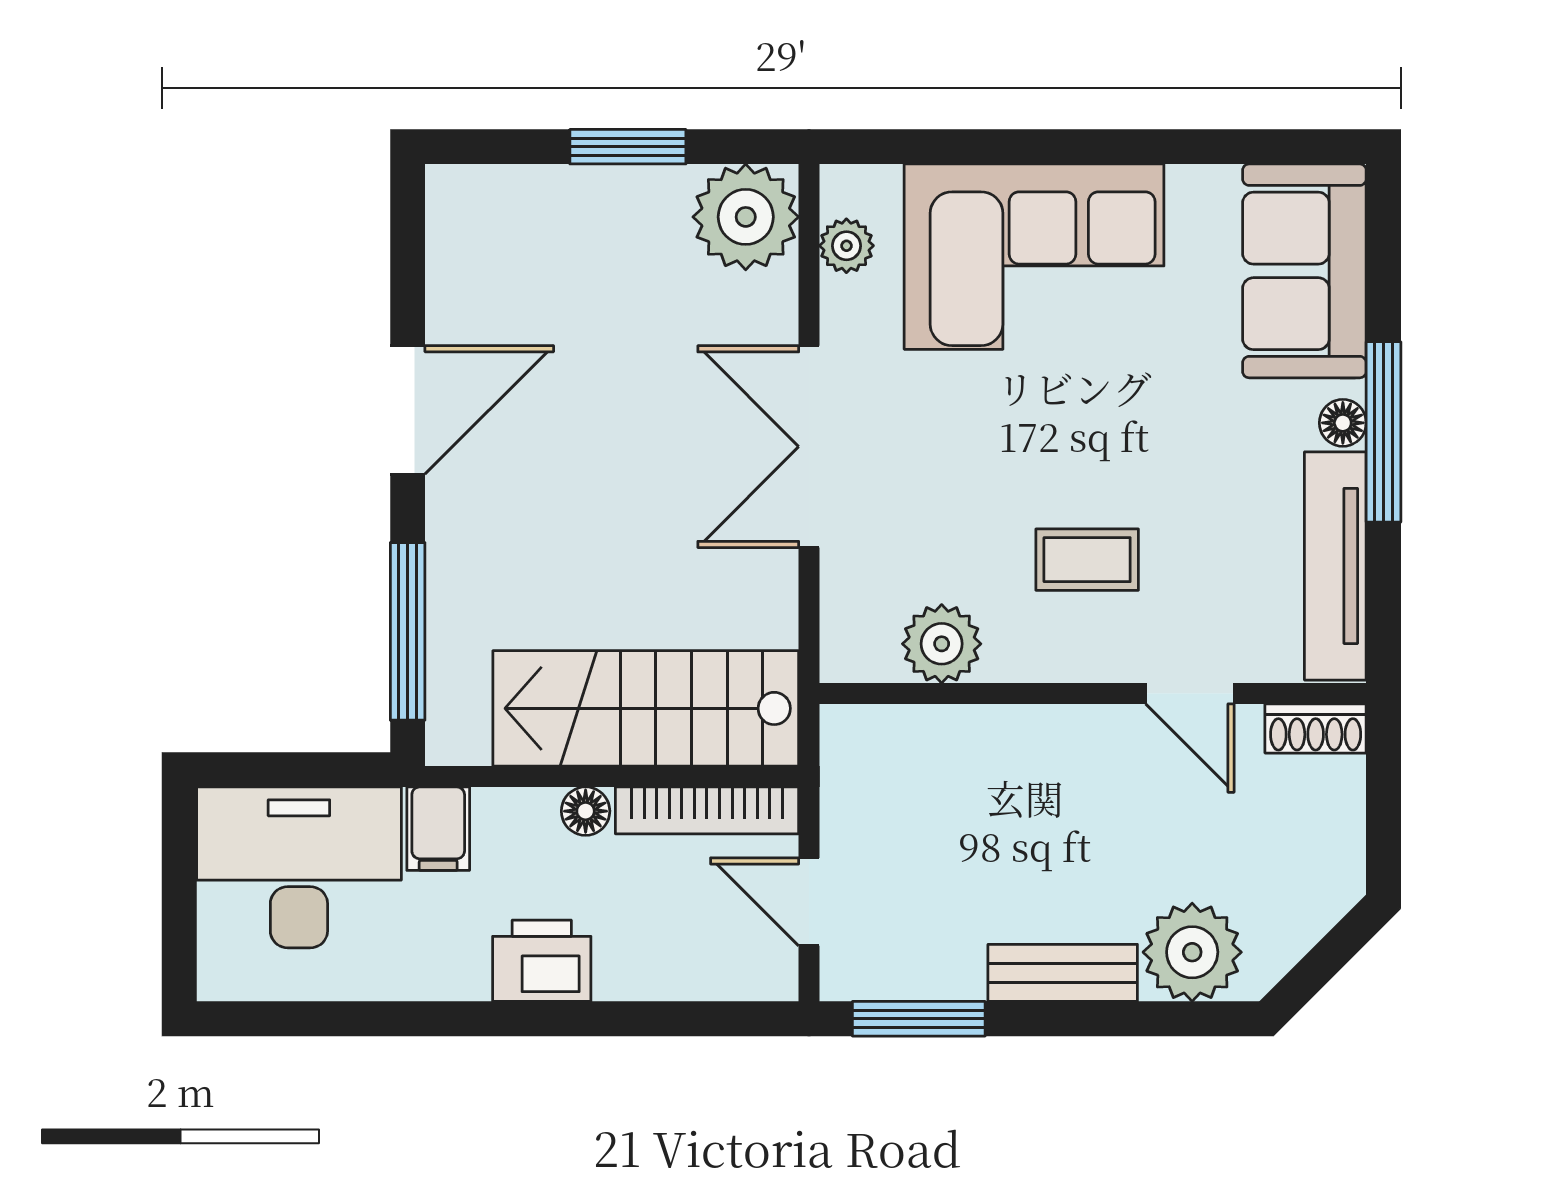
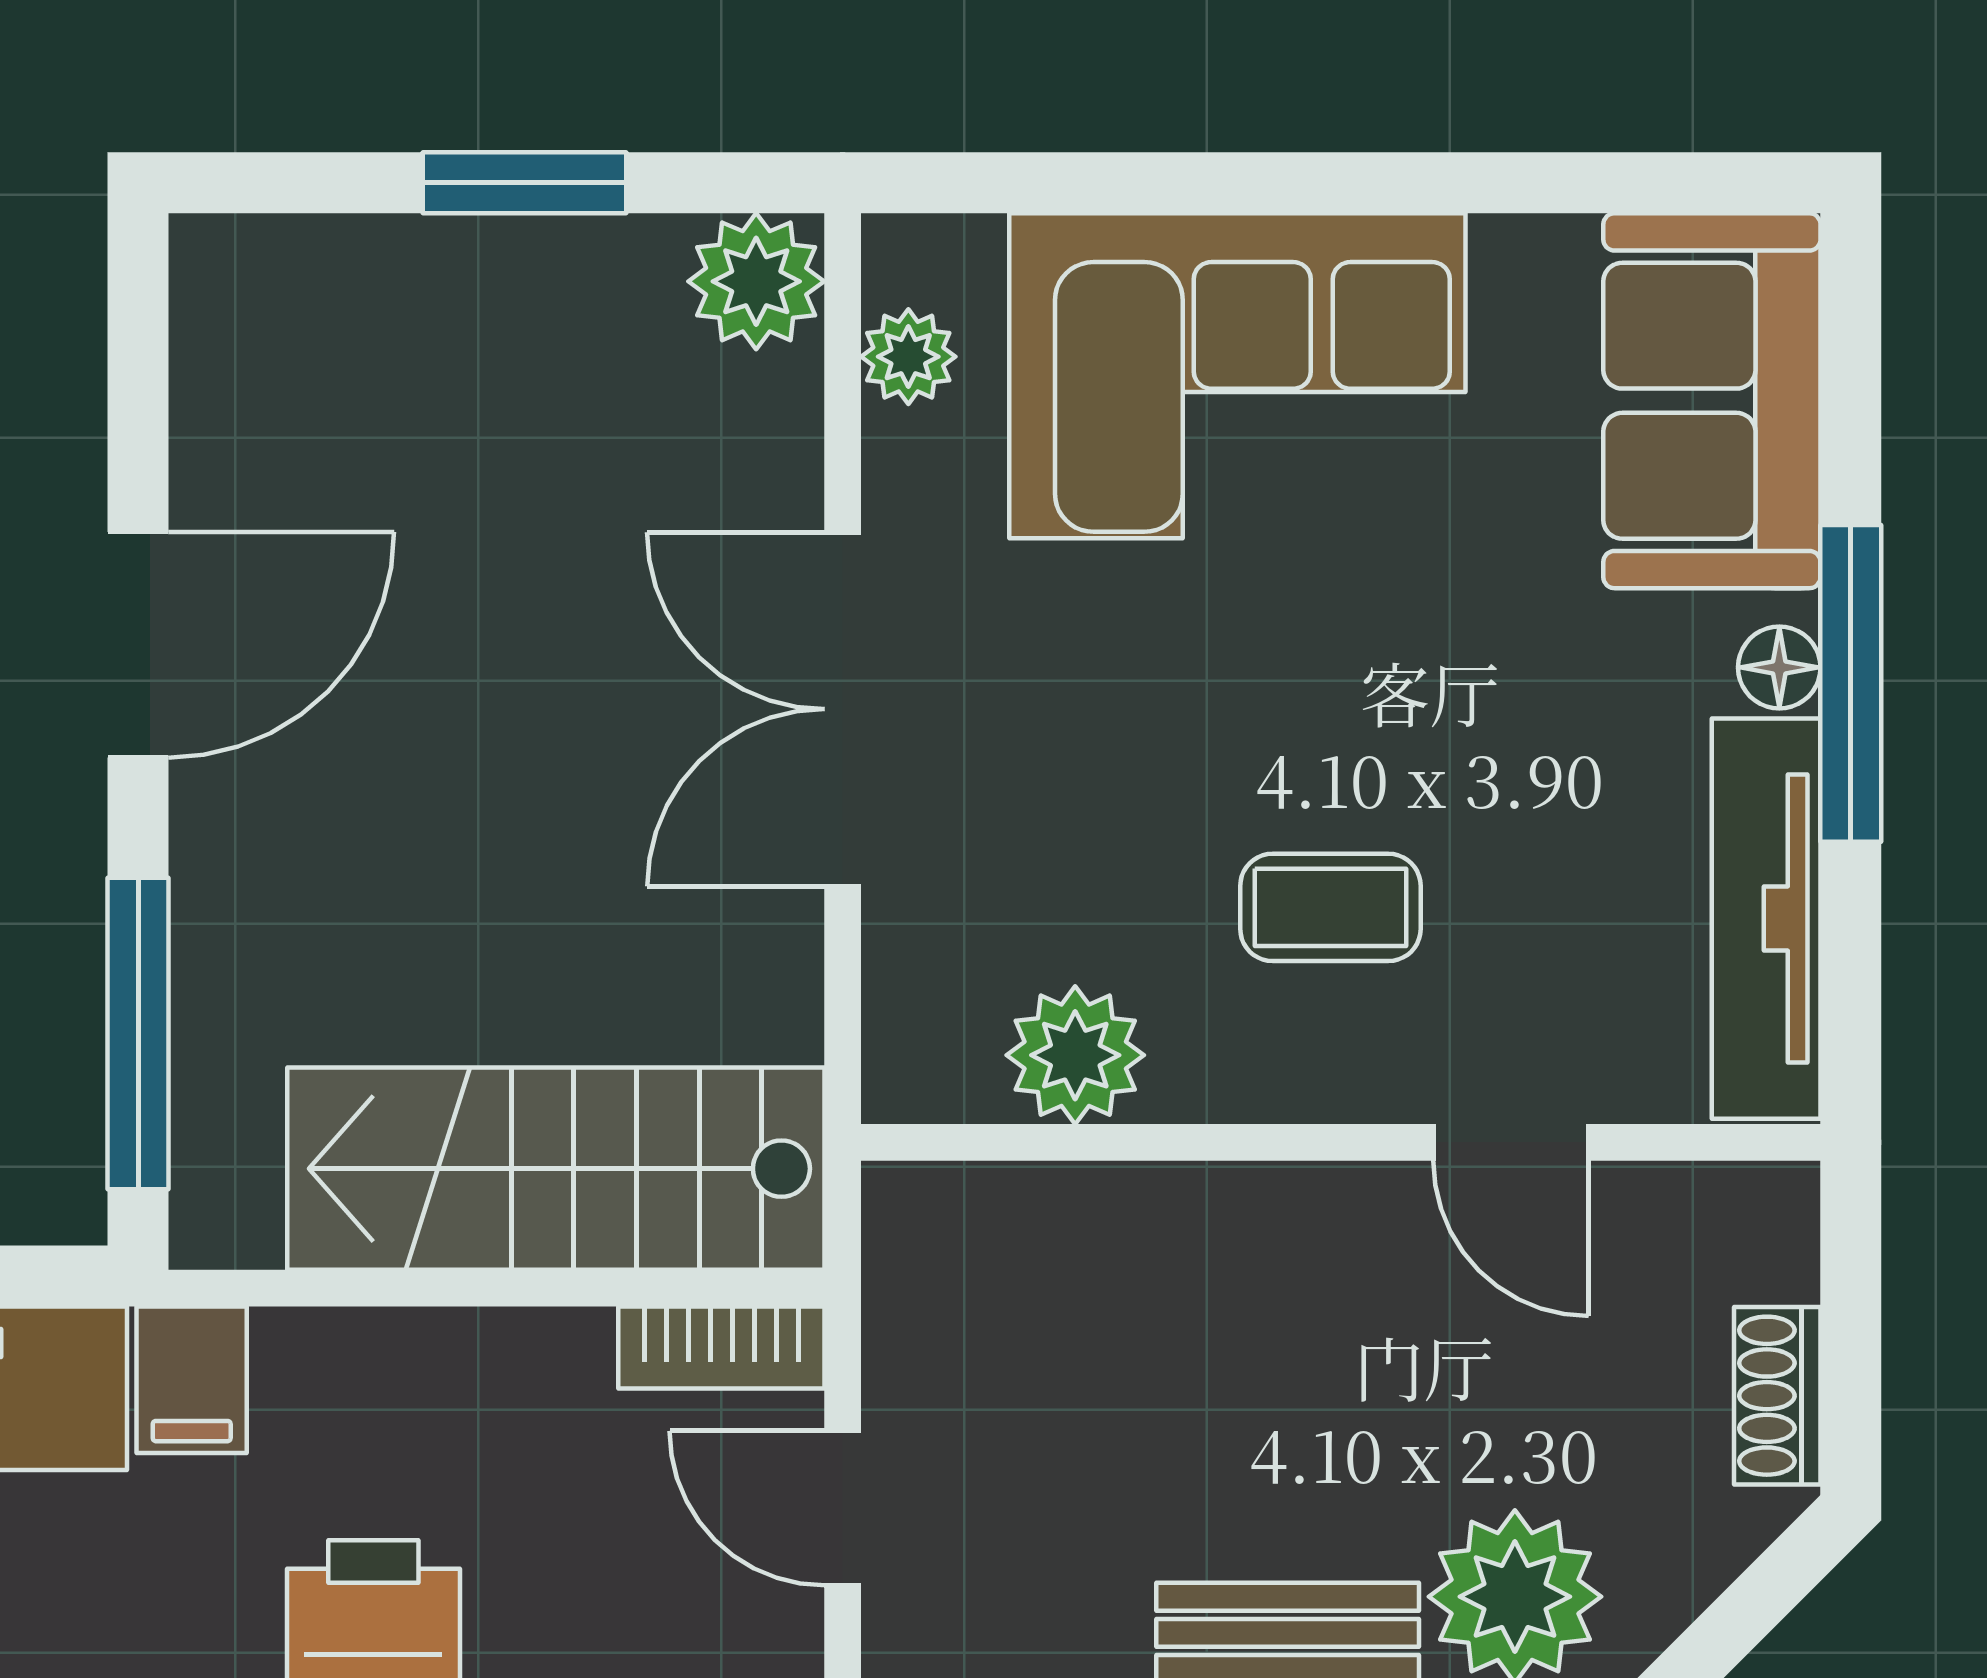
plant: (746, 217) -> (756, 281), width x0.73, depth x0.73
shoe rack: (1316, 728) -> (1777, 1396), moved, turned 90
bookcase: (707, 810) -> (721, 1348), width x0.64
floor lamp: (586, 811) -> (450, 1349), removed

